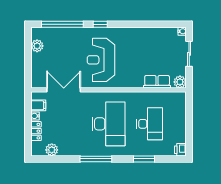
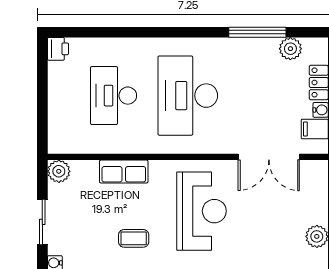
coffee table: (139, 45) -> (134, 238), added
row of seats: (157, 82) -> (124, 171), moved
window: (96, 159) -> (257, 32), moved
window: (144, 159) -> (124, 32), removed

